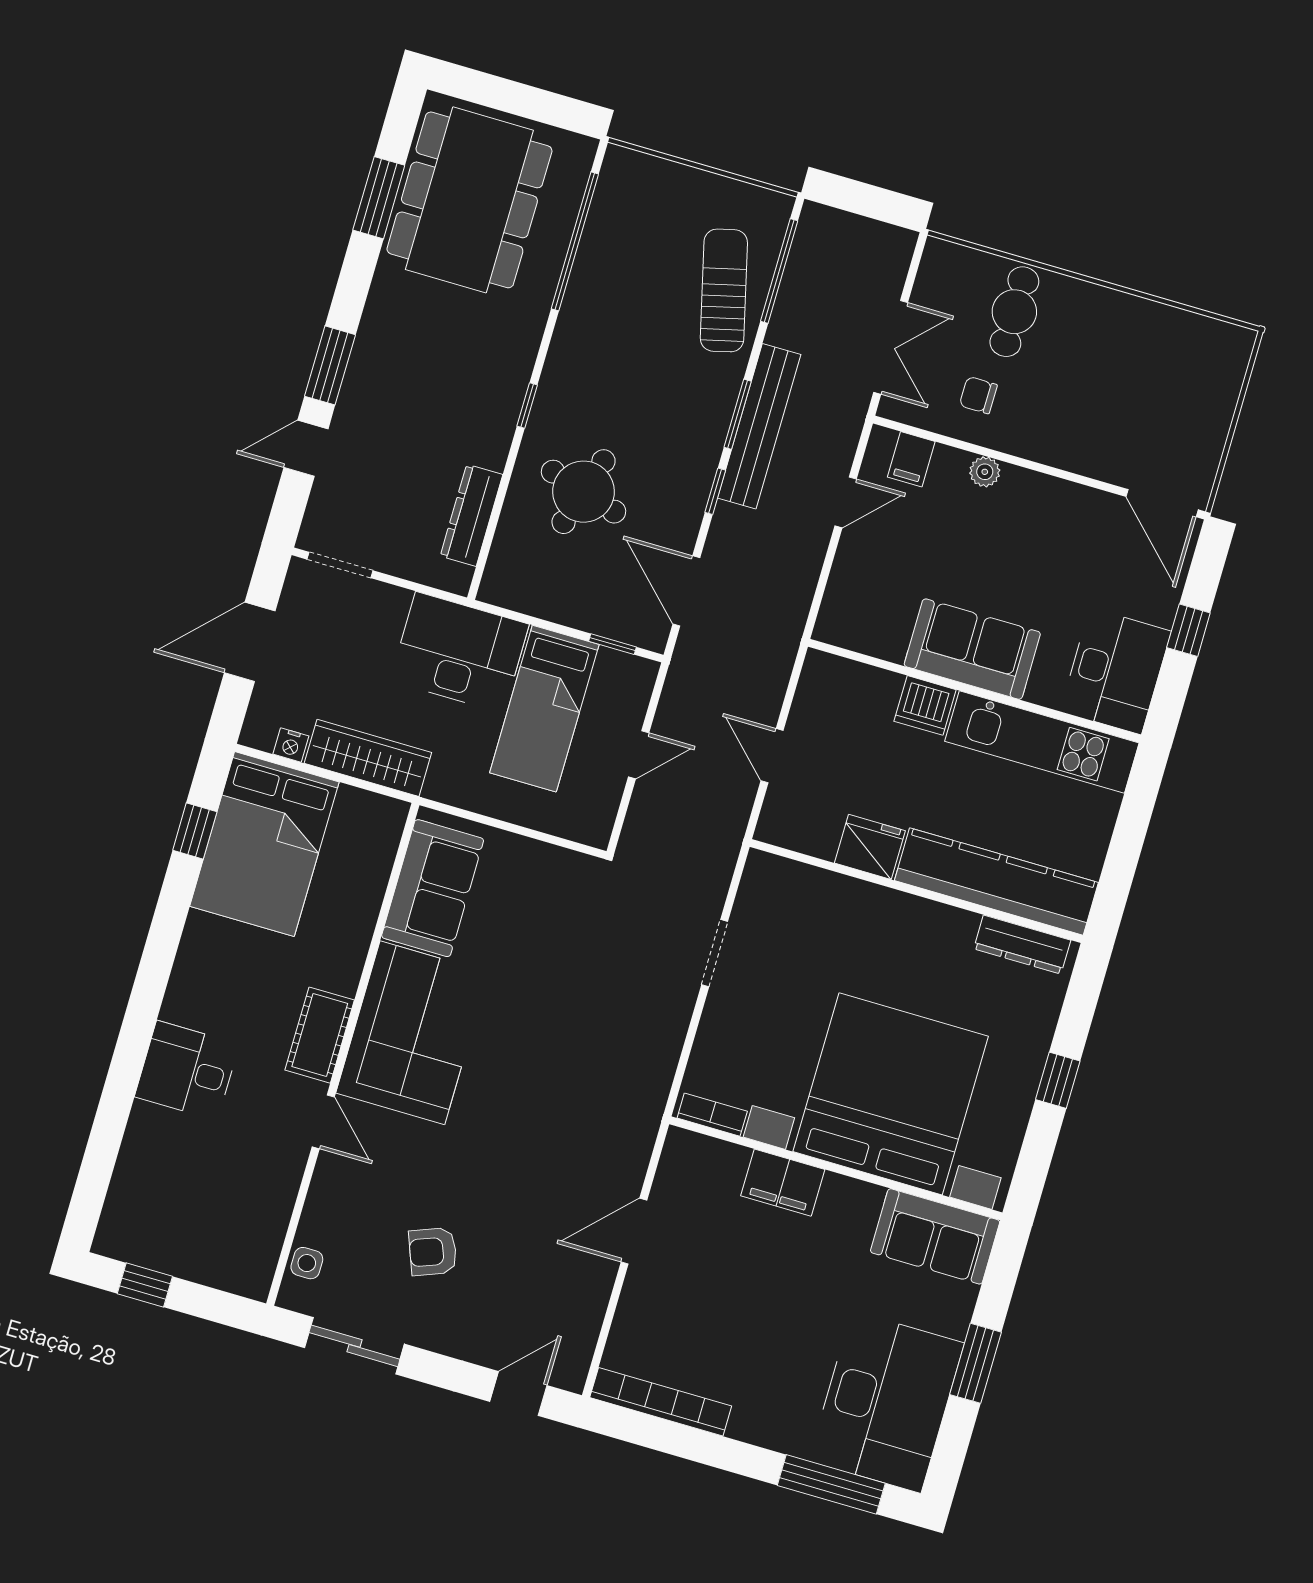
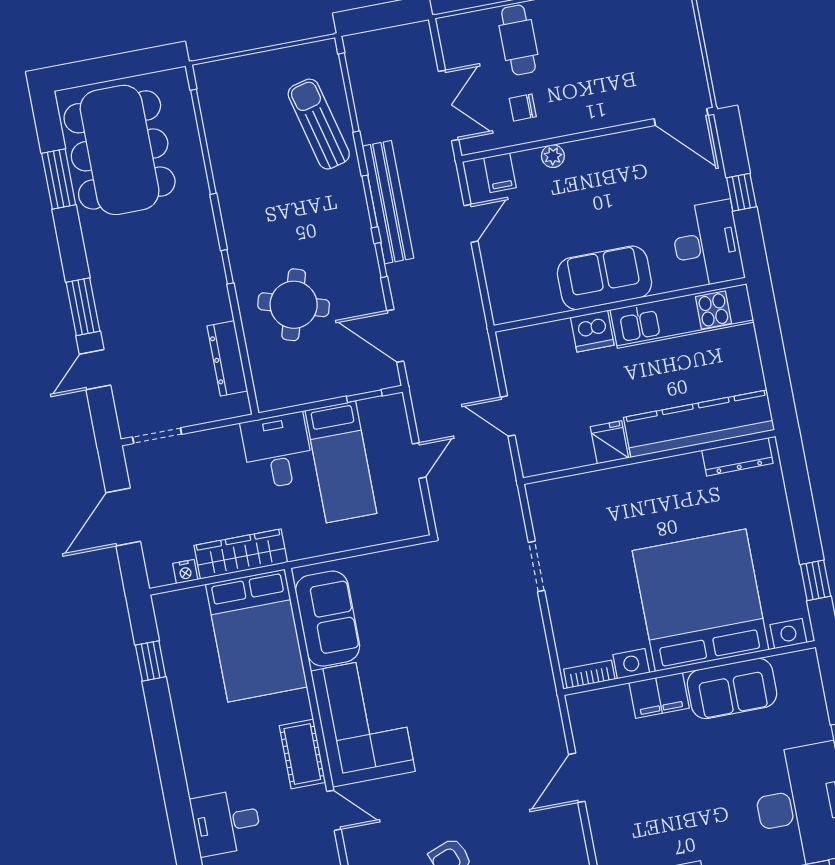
desk: (460, 652) -> (277, 451), width x0.73
bed: (264, 844) -> (256, 636), moved
fridge: (870, 847) -> (609, 442), width x0.72
window: (1058, 1080) -> (815, 580), moved
sofa: (935, 1236) -> (732, 688), moved

